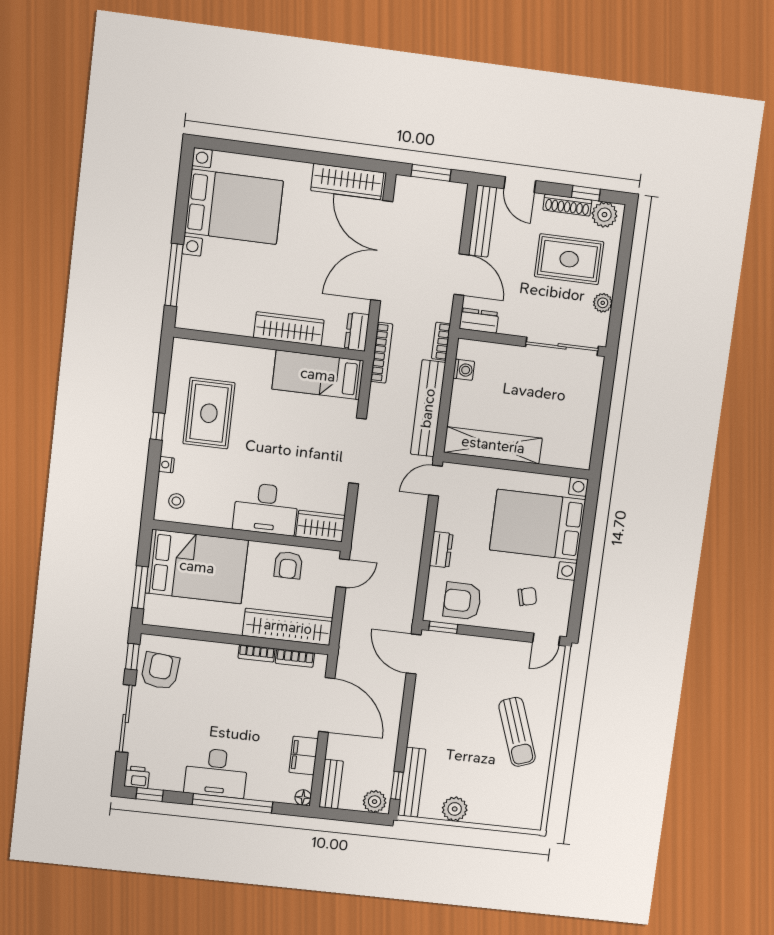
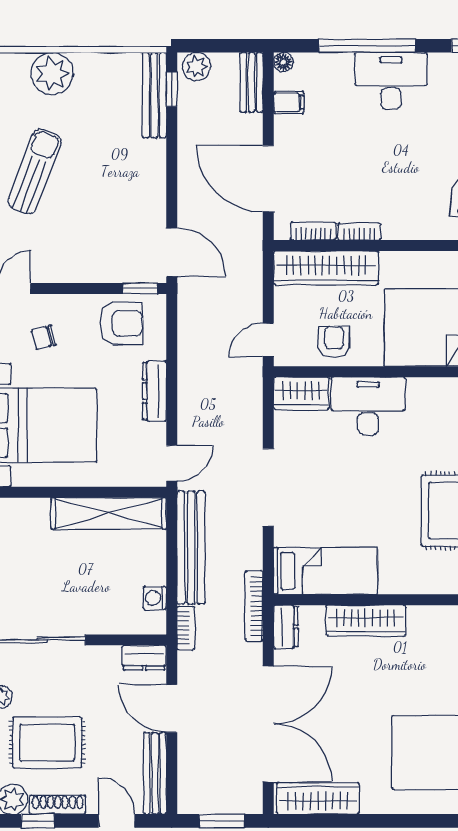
dresser: (441, 550) -> (154, 391), width x1.44
sun lounger: (517, 732) -> (35, 171), turned 41
filing cabinet: (304, 756) -> (289, 102), width x0.50
plant: (455, 809) -> (52, 74), moved, width x1.36, depth x1.36

